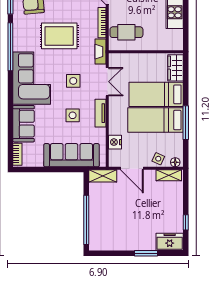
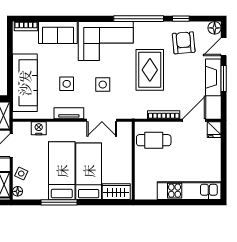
cafe table: (126, 32) -> (154, 140), turned 90
fireplace: (101, 52) -> (133, 113), removed

